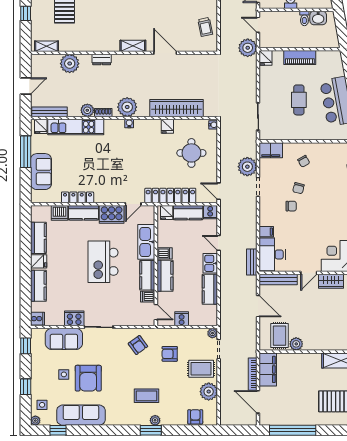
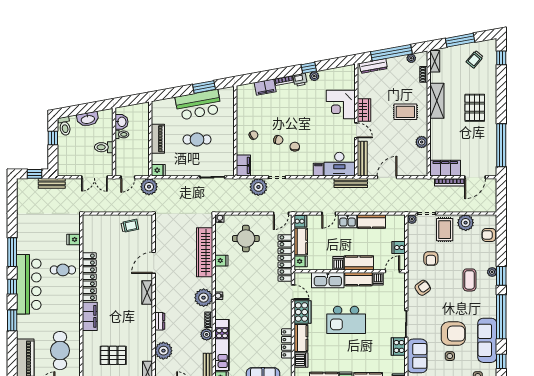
bench: (252, 262) -> (351, 183), width x1.36
rug: (280, 336) -> (405, 112), moved
window: (106, 430) -> (501, 317), added

